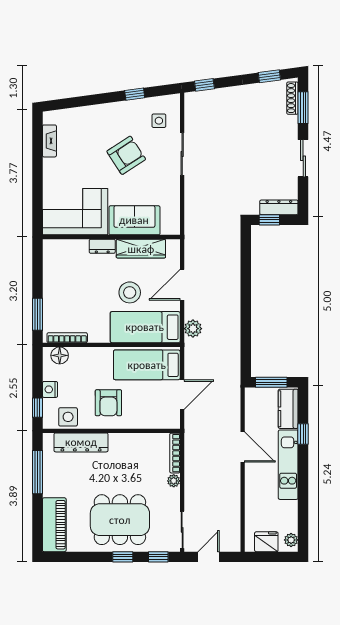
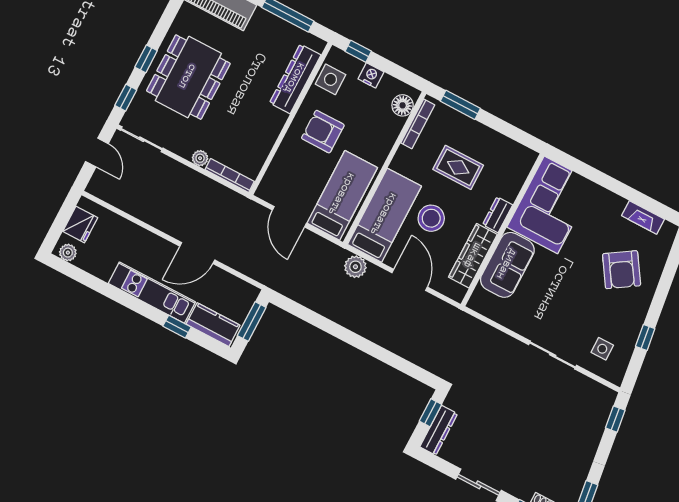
armchair: (126, 155) -> (622, 270), moved
rug: (83, 292) -> (458, 167), added

